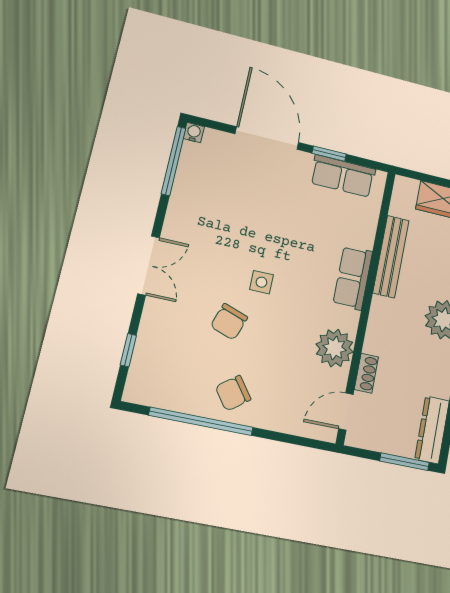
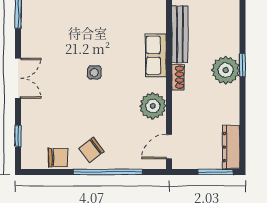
chair: (229, 322) -> (58, 158), moved, turned -109
shoe rack: (366, 373) -> (178, 77), moved
window: (201, 421) -> (108, 172), moved

